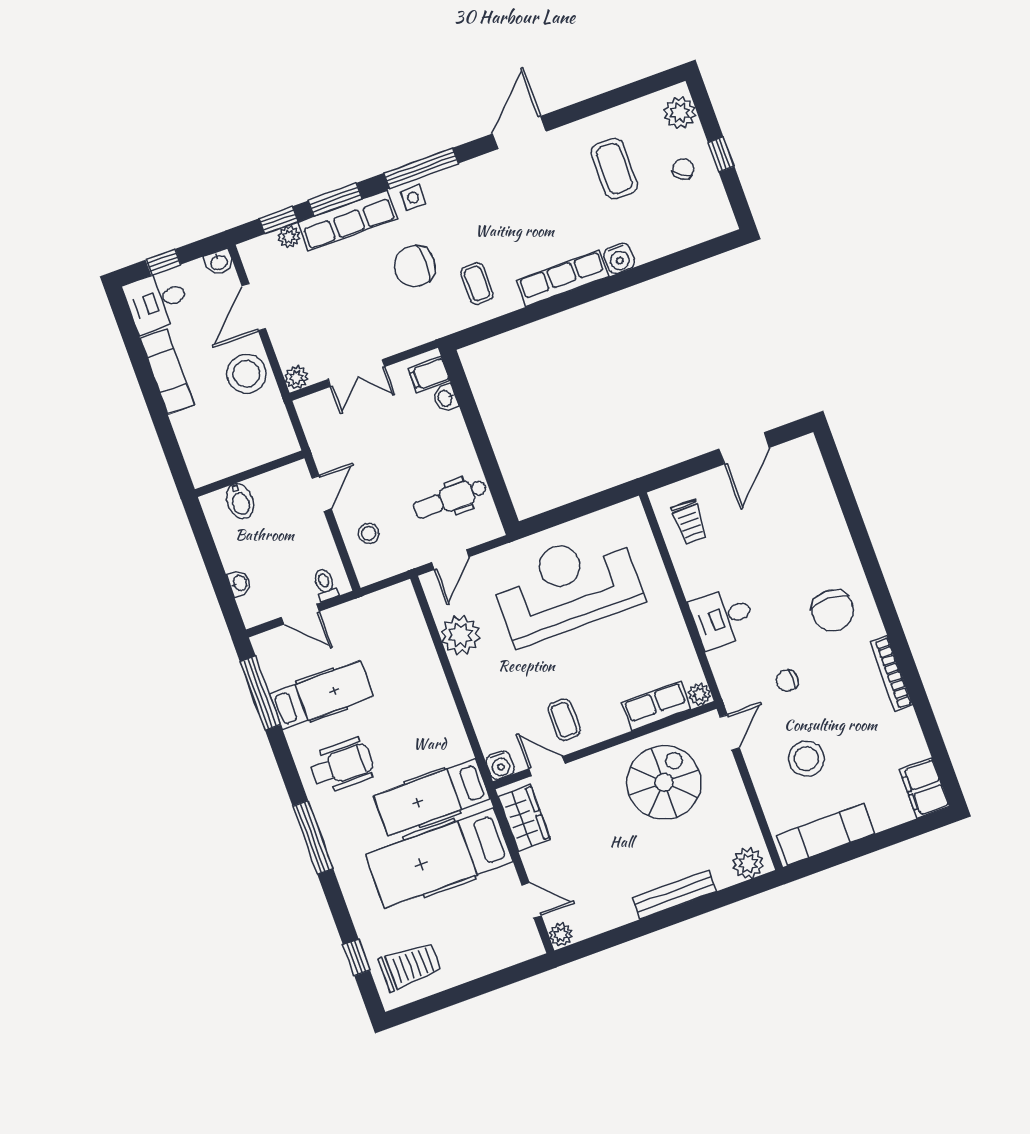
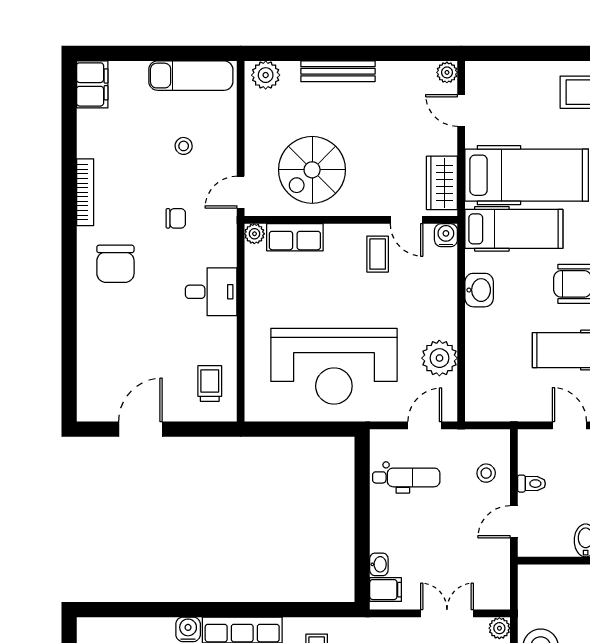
toilet: (325, 584) -> (531, 484), moved, turned -90
chair: (833, 611) -> (115, 264), turned 180
washbasin: (445, 721) -> (479, 290), added
stool: (806, 759) -> (184, 146), width x0.53, depth x0.53

